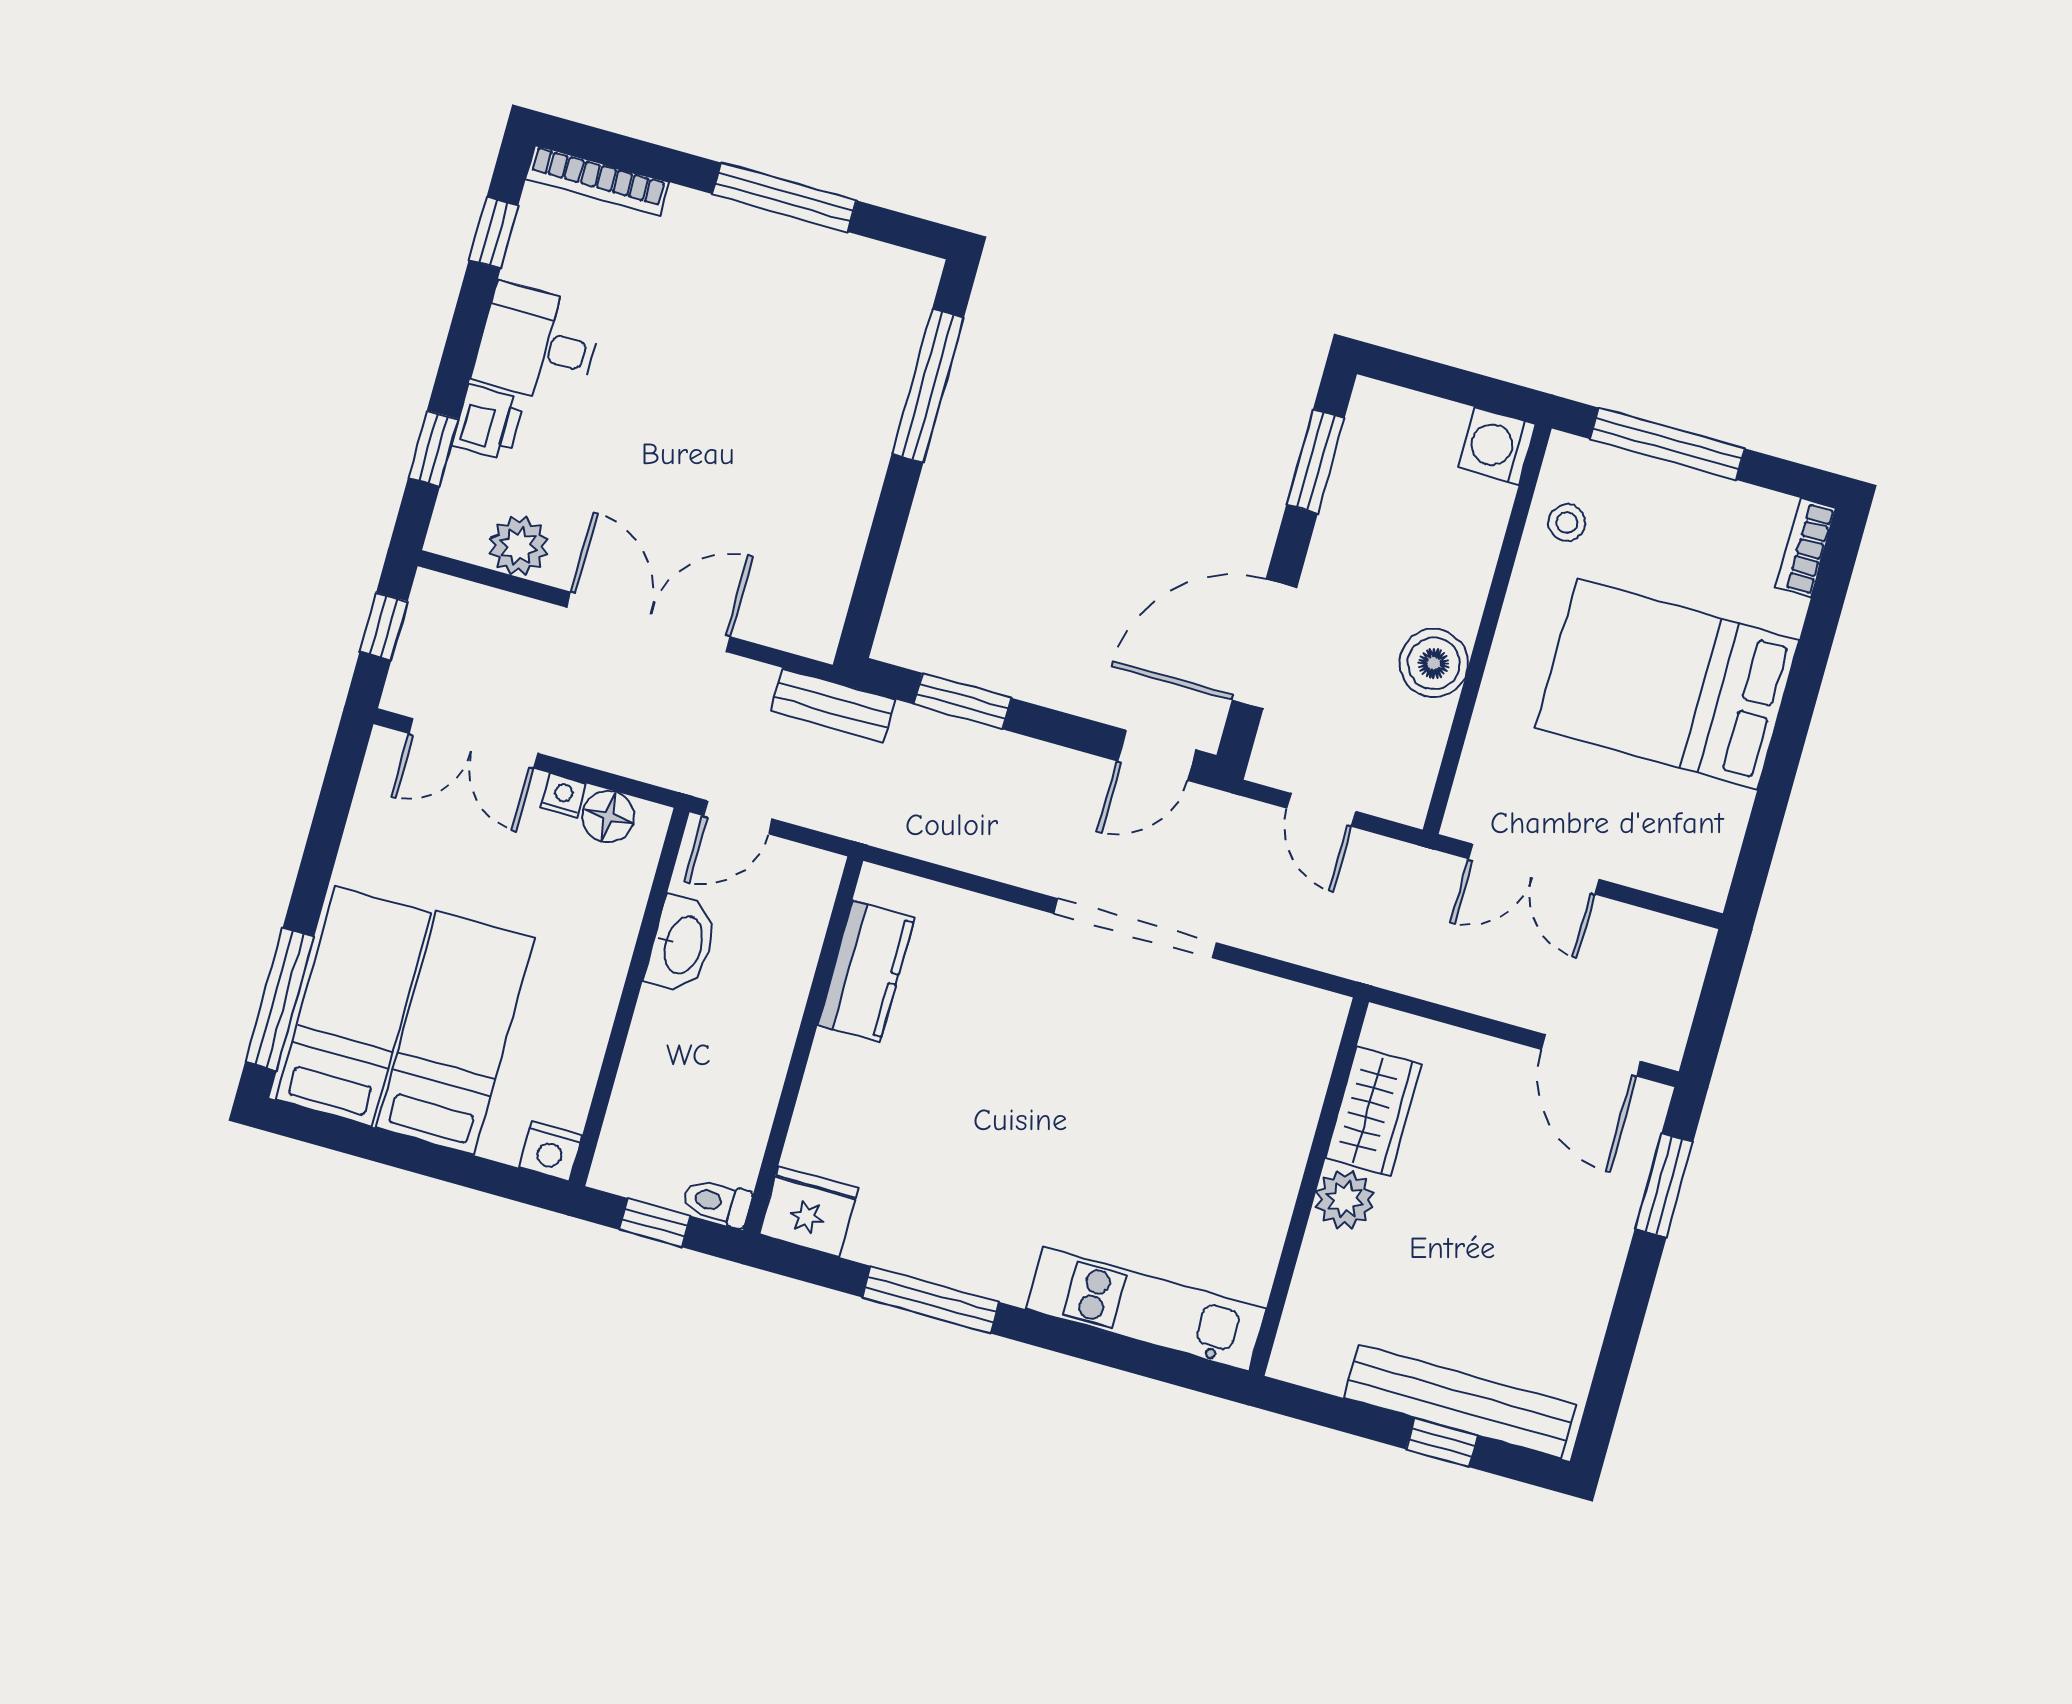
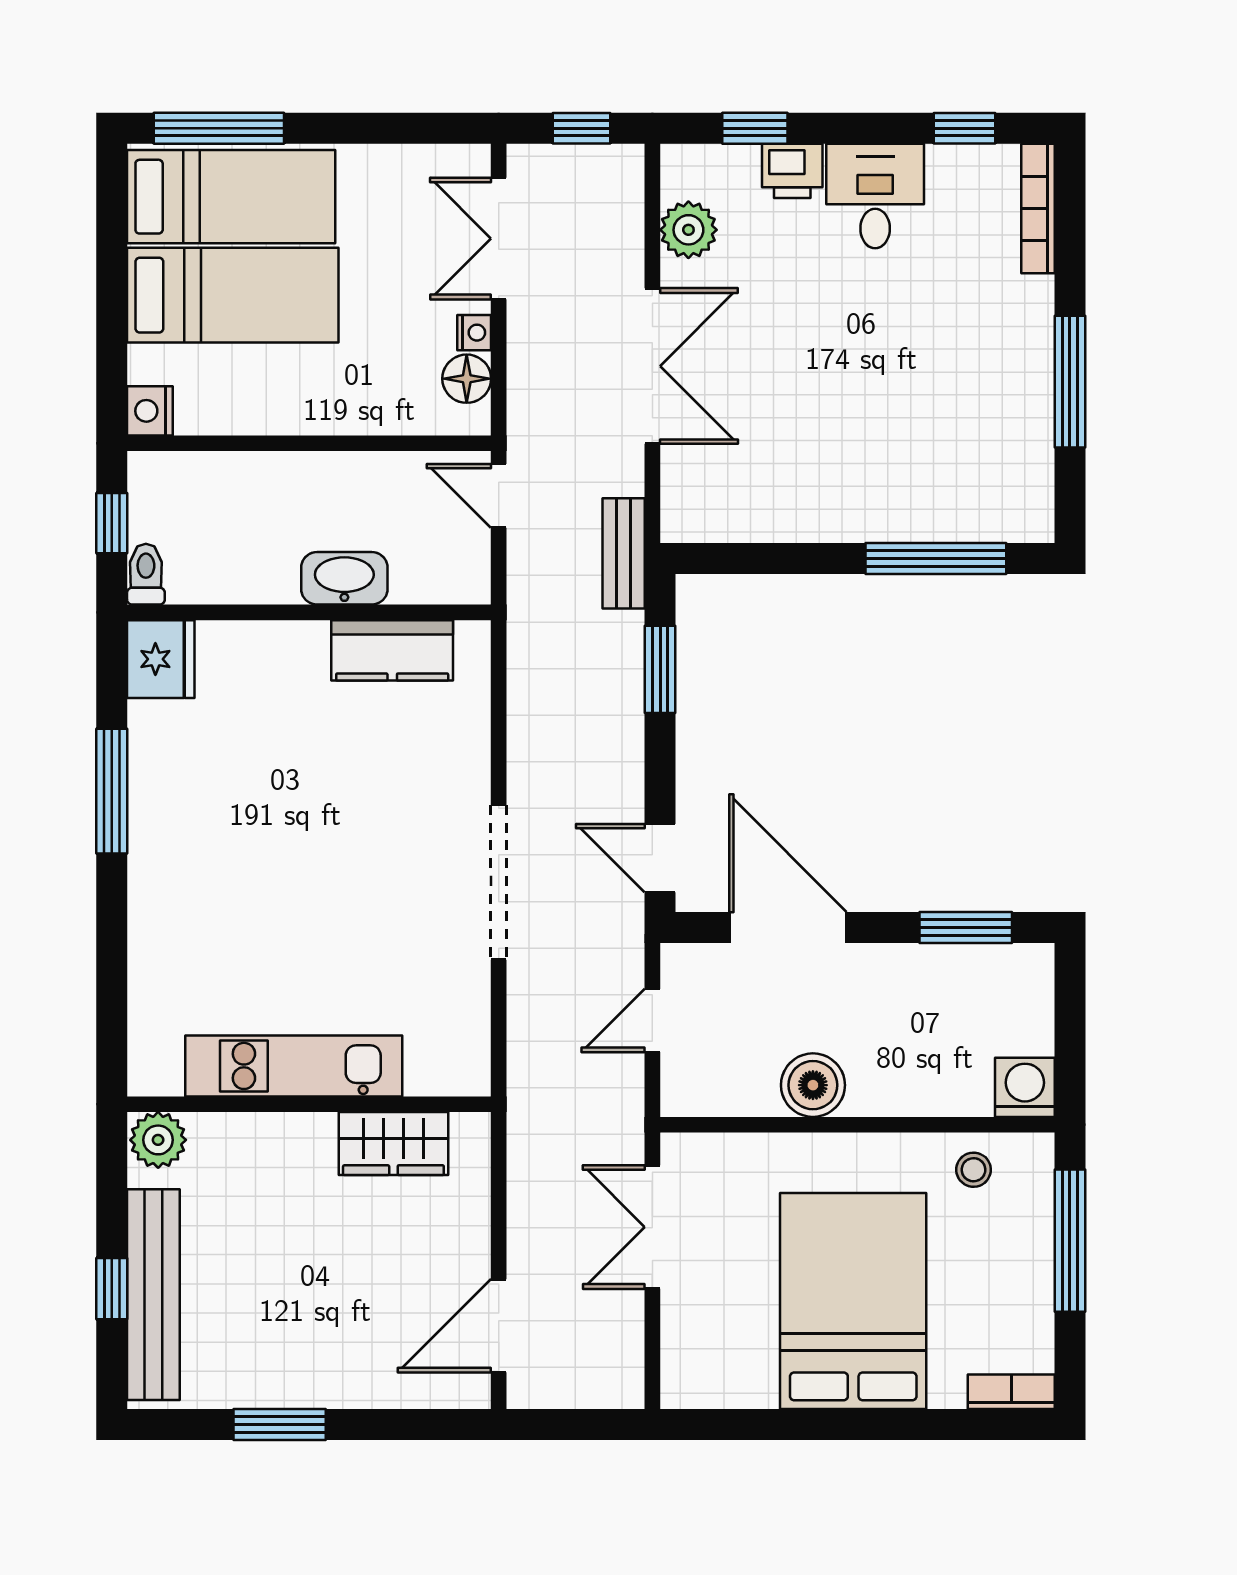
washbasin: (682, 944) -> (344, 578), moved, turned 180
window: (1664, 1185) -> (280, 1424), moved
plant: (1345, 1199) -> (158, 1140), moved
kitchen unit: (1146, 1309) -> (294, 1066), moved, turned -90

